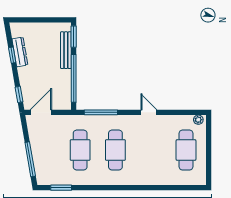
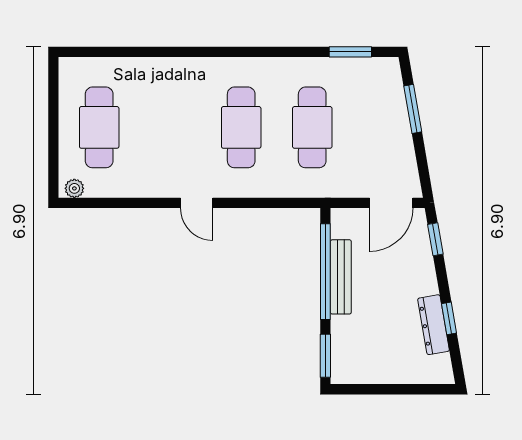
bench: (66, 50) -> (341, 277), moved
window: (101, 112) -> (270, 203), removed
door: (149, 112) -> (197, 203), moved
window: (30, 159) -> (413, 109), width x0.69

